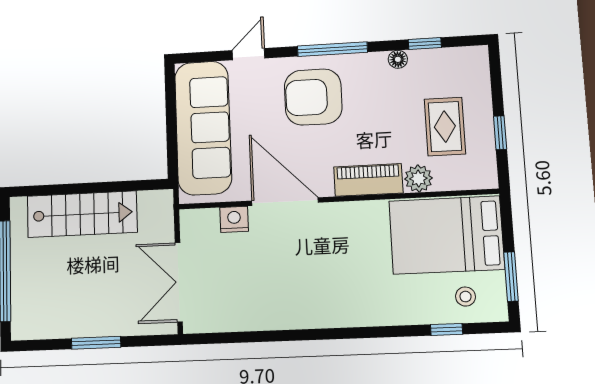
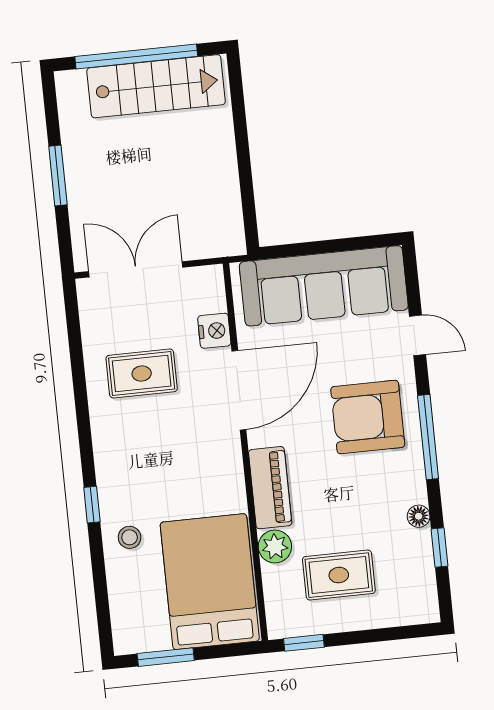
armchair: (313, 97) -> (368, 417), turned -90
window: (500, 133) -> (304, 643), moved
stairs: (82, 214) -> (156, 86), moved, turned -90
rug: (266, 282) -> (142, 374), added
stool: (466, 297) -> (130, 537), moved
window: (447, 329) -> (92, 505), moved

